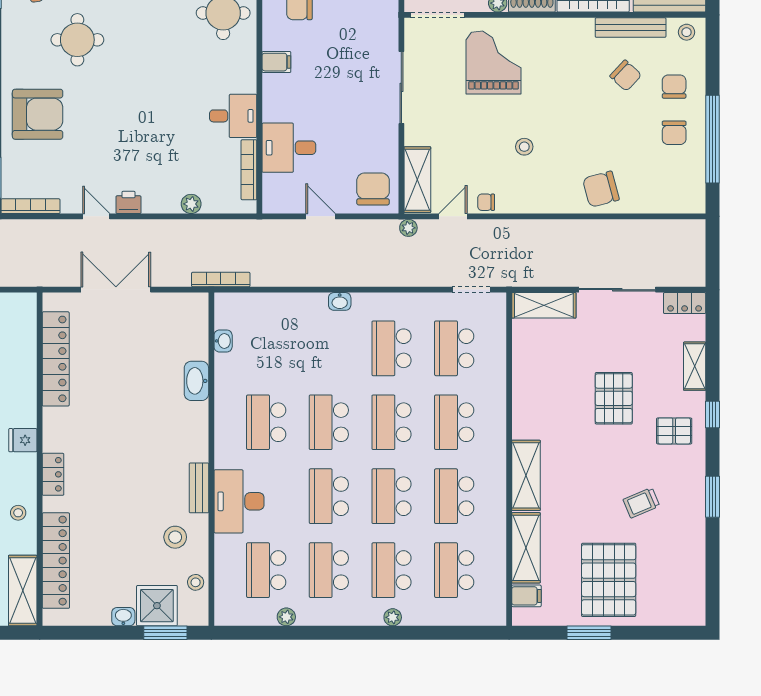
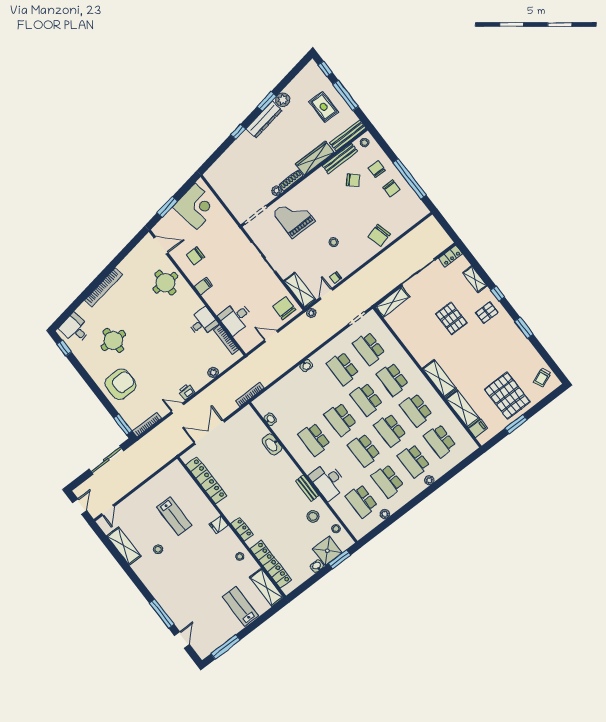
trolley: (641, 503) -> (542, 378), moved

